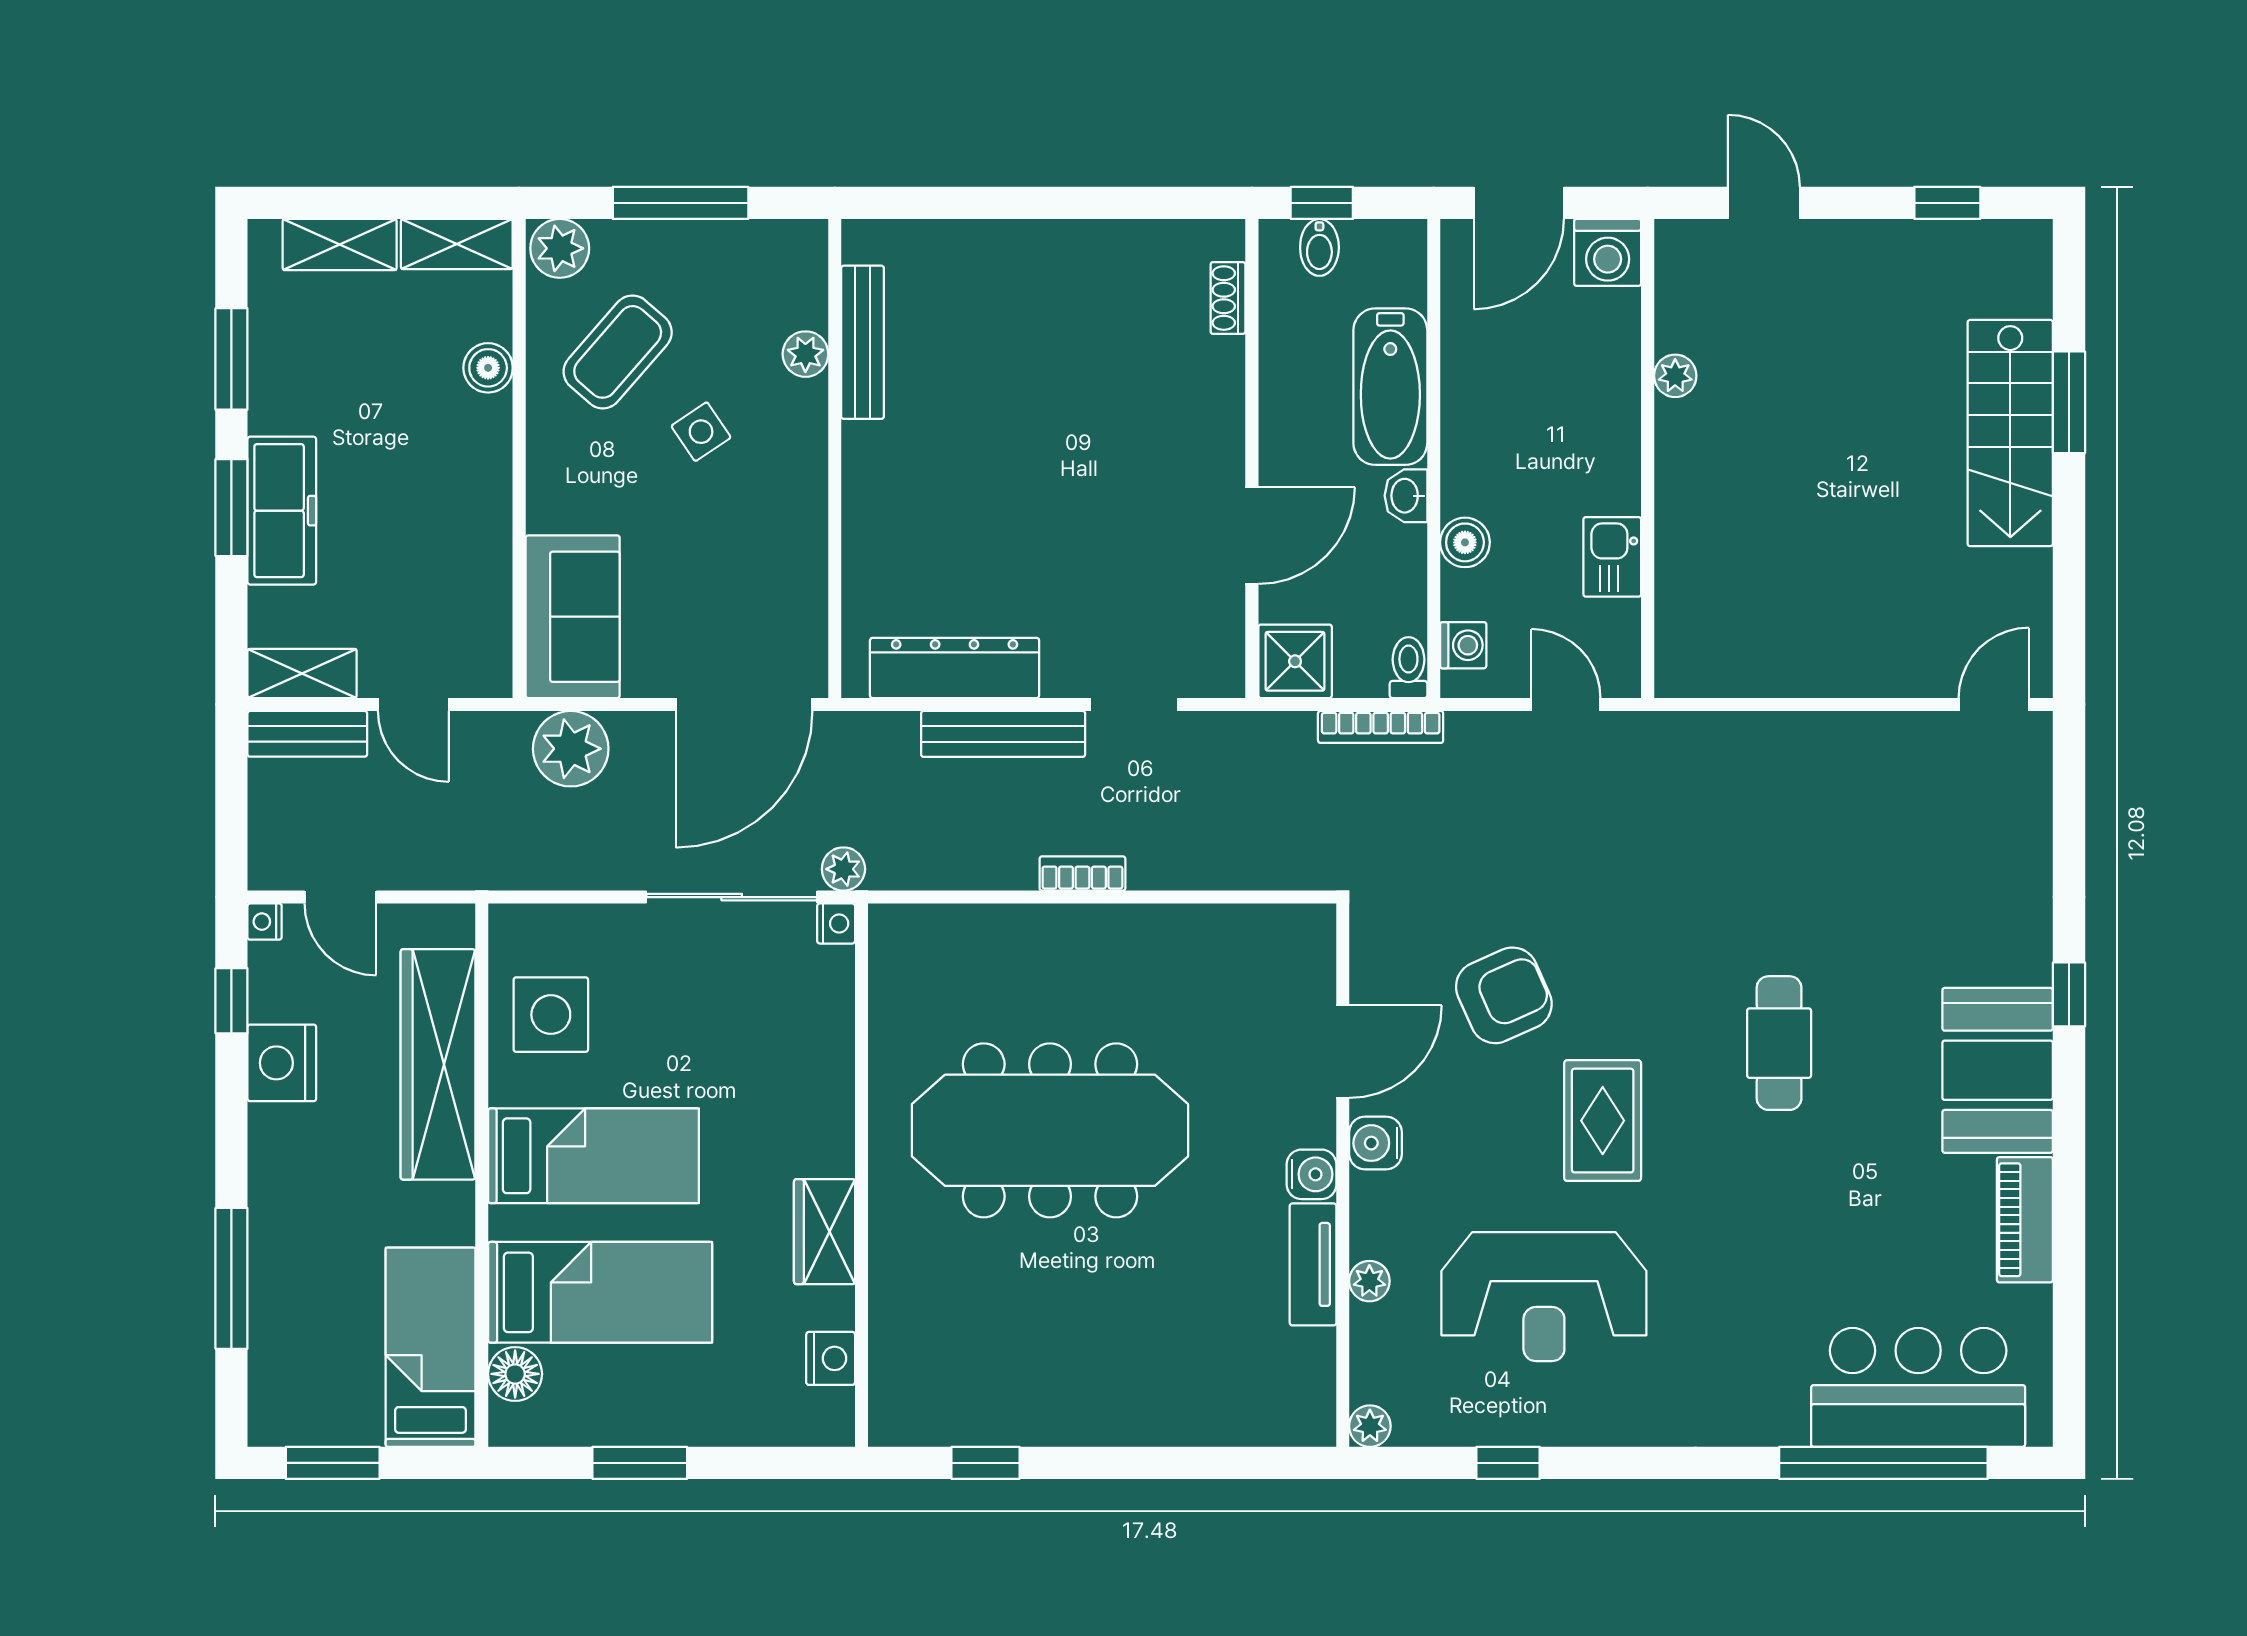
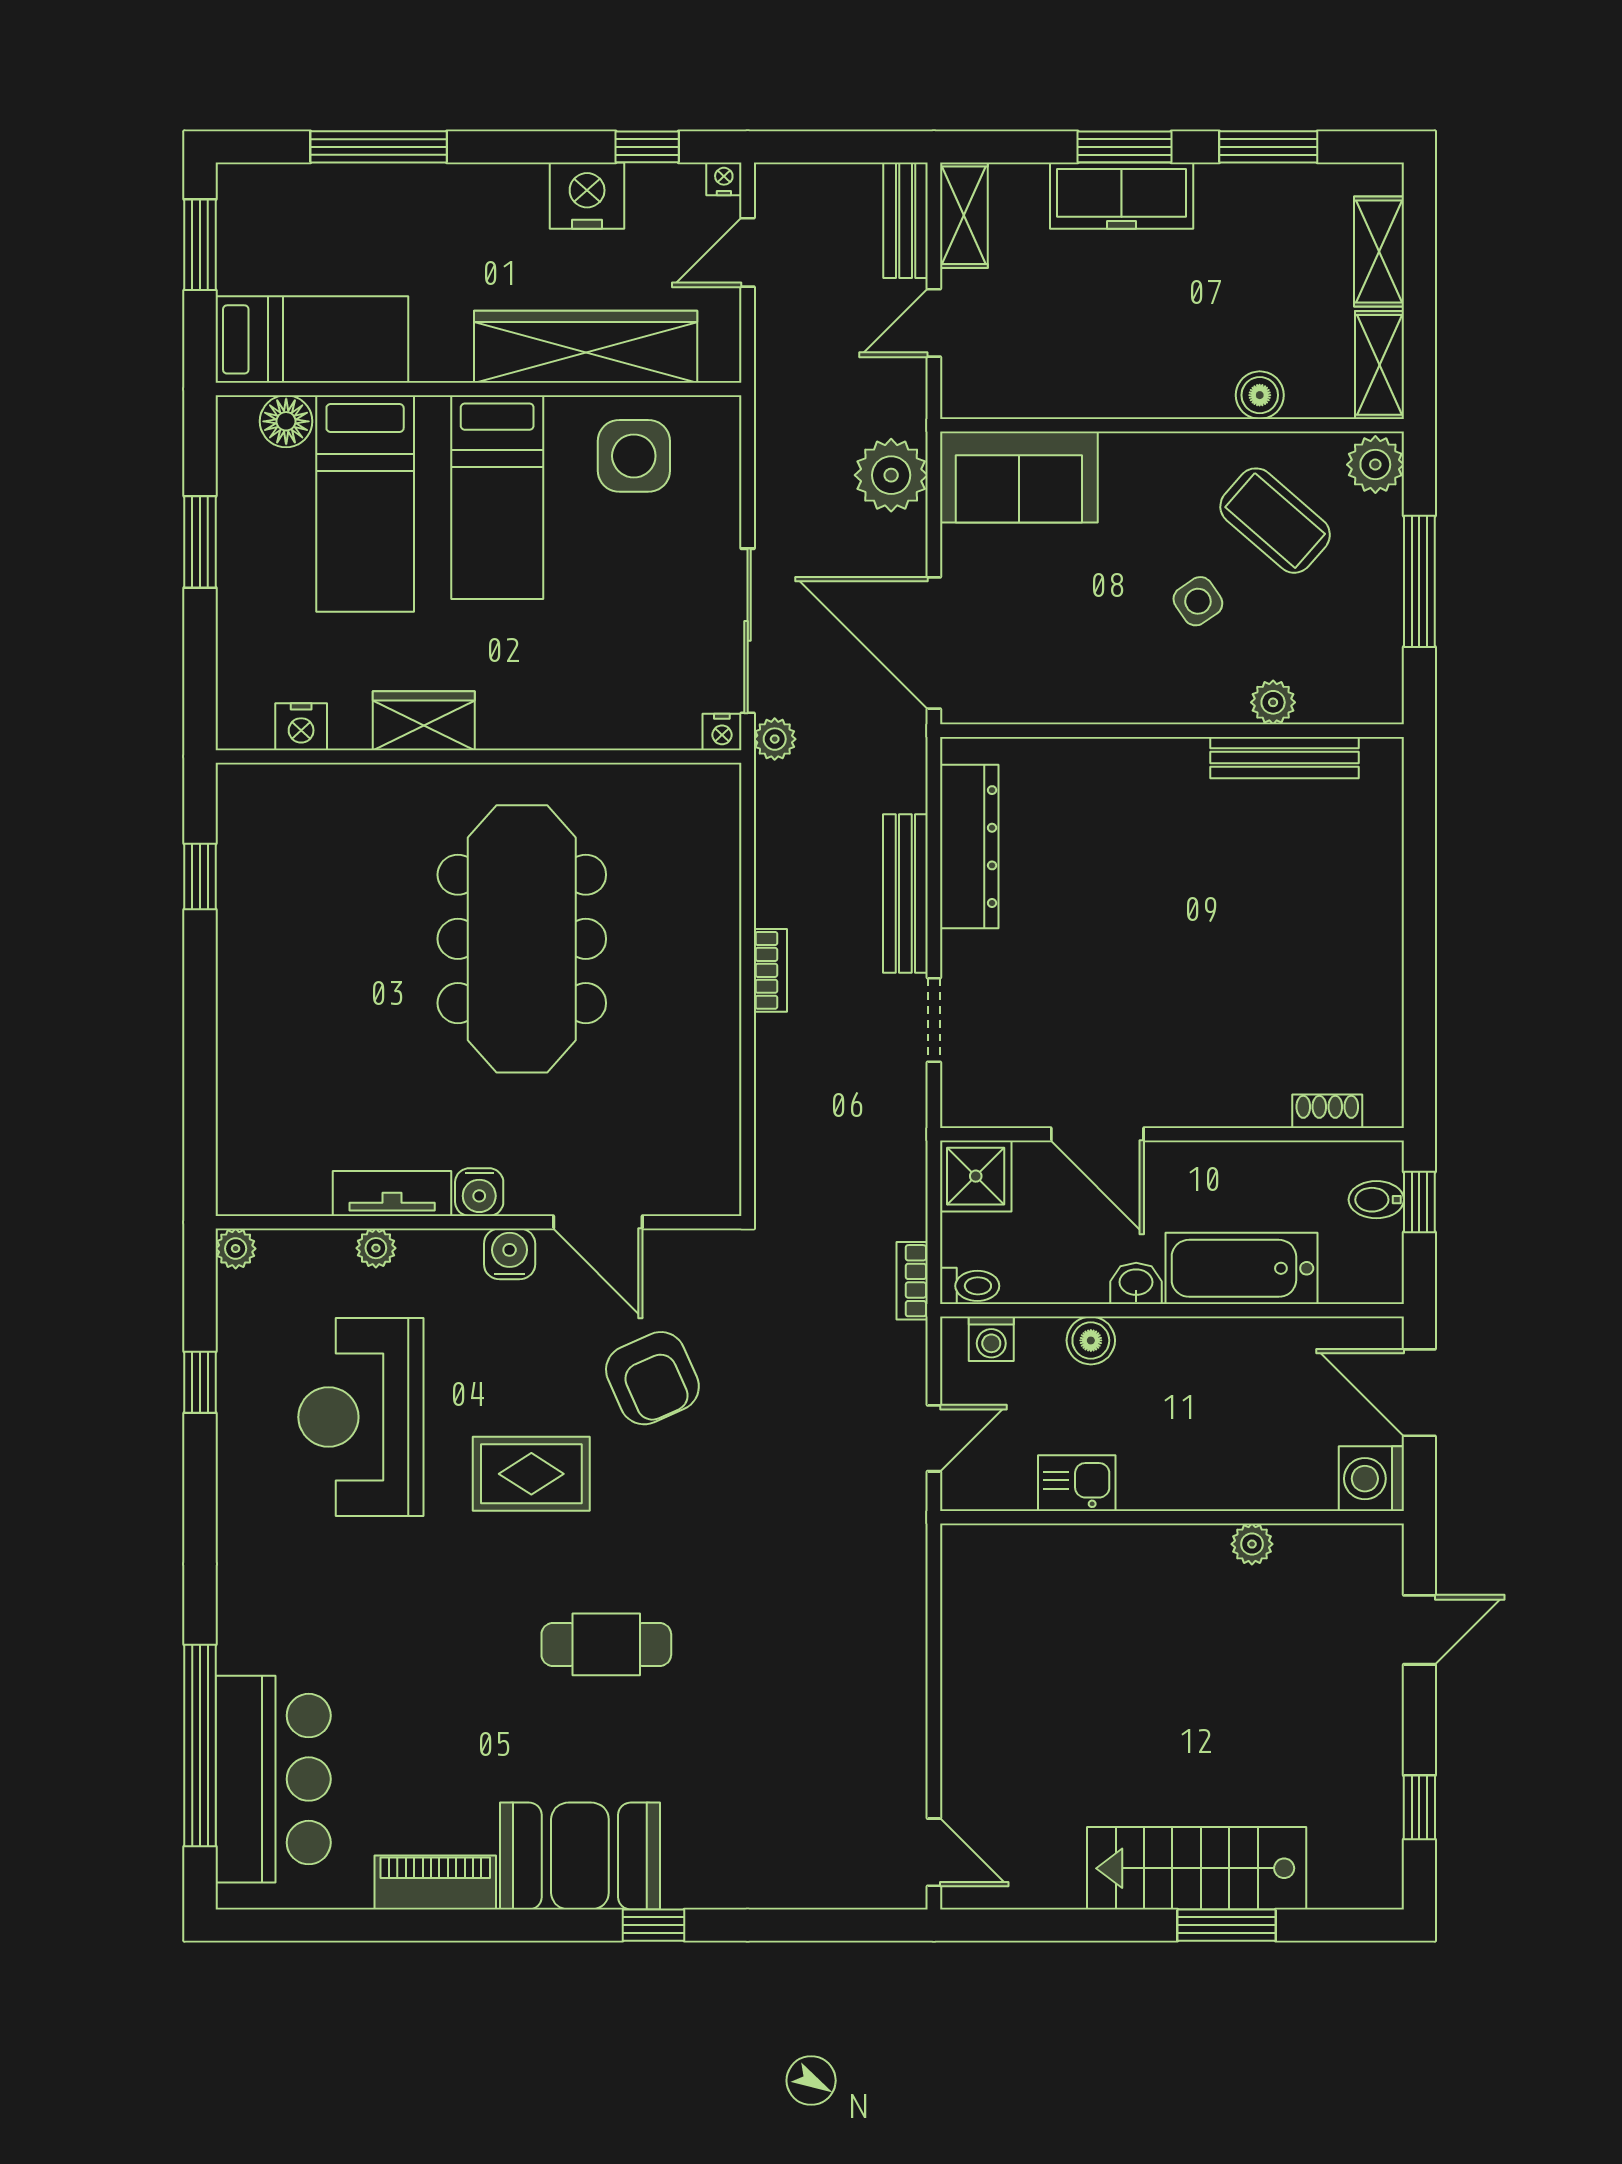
bookcase: (1381, 727) -> (912, 1281), width x0.64

